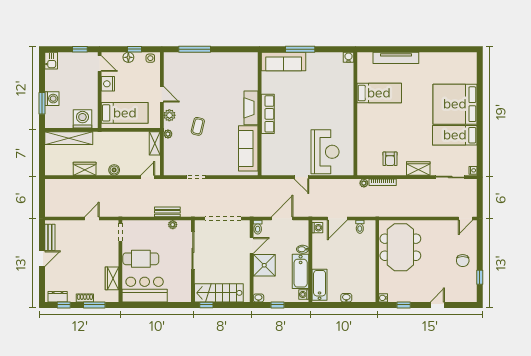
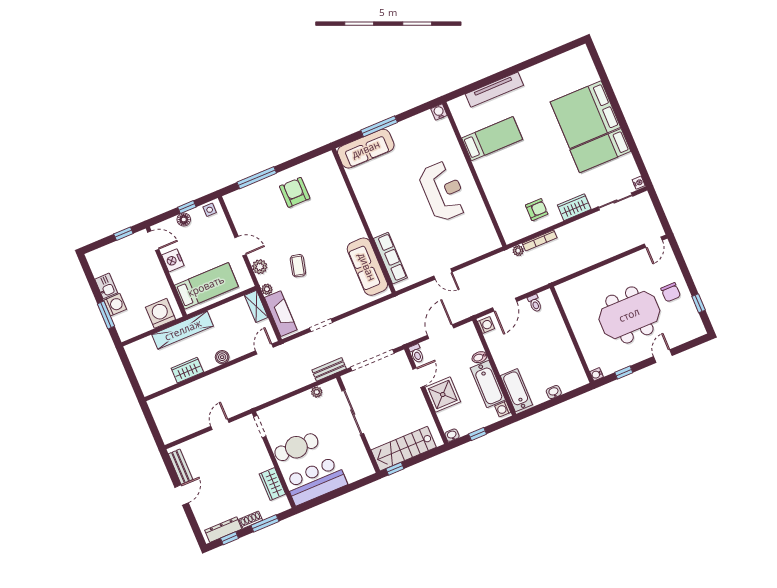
kitchen sink: (51, 61) -> (106, 286), moved
armchair: (218, 72) -> (295, 192), added
fireplace: (251, 108) -> (281, 314), moved, turned 180
row of seats: (268, 114) -> (390, 258), moved
shelving: (69, 138) -> (183, 330), moved
reception desk: (325, 152) -> (443, 191), moved
armchair: (390, 159) -> (537, 210), turned -90
bench: (167, 212) -> (329, 369), moved
meeting table: (400, 247) -> (629, 315), moved, turned 90
dresser: (58, 297) -> (223, 530), width x1.44

